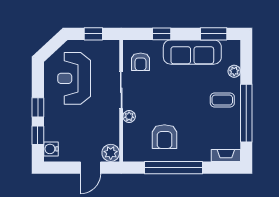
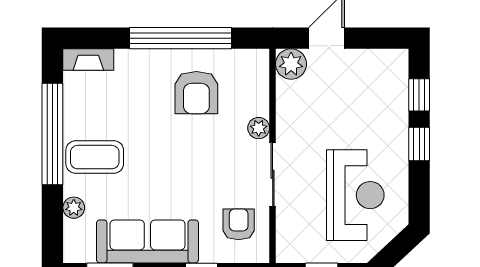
coffee table: (222, 100) -> (95, 157), width x1.36, depth x1.30
armchair: (164, 137) -> (196, 93), turned 180
water cooler: (51, 149) -> (396, 71), removed

